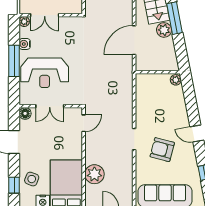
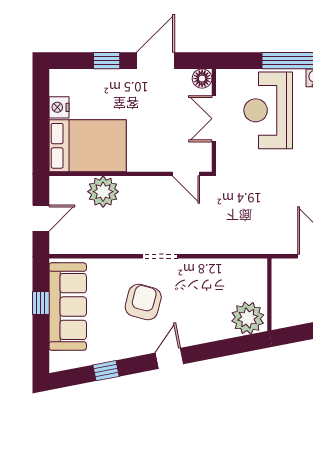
plant: (176, 80) -> (248, 318), width x1.88, depth x1.88
side table: (32, 179) -> (95, 89), removed
window: (14, 185) -> (107, 61), moved

